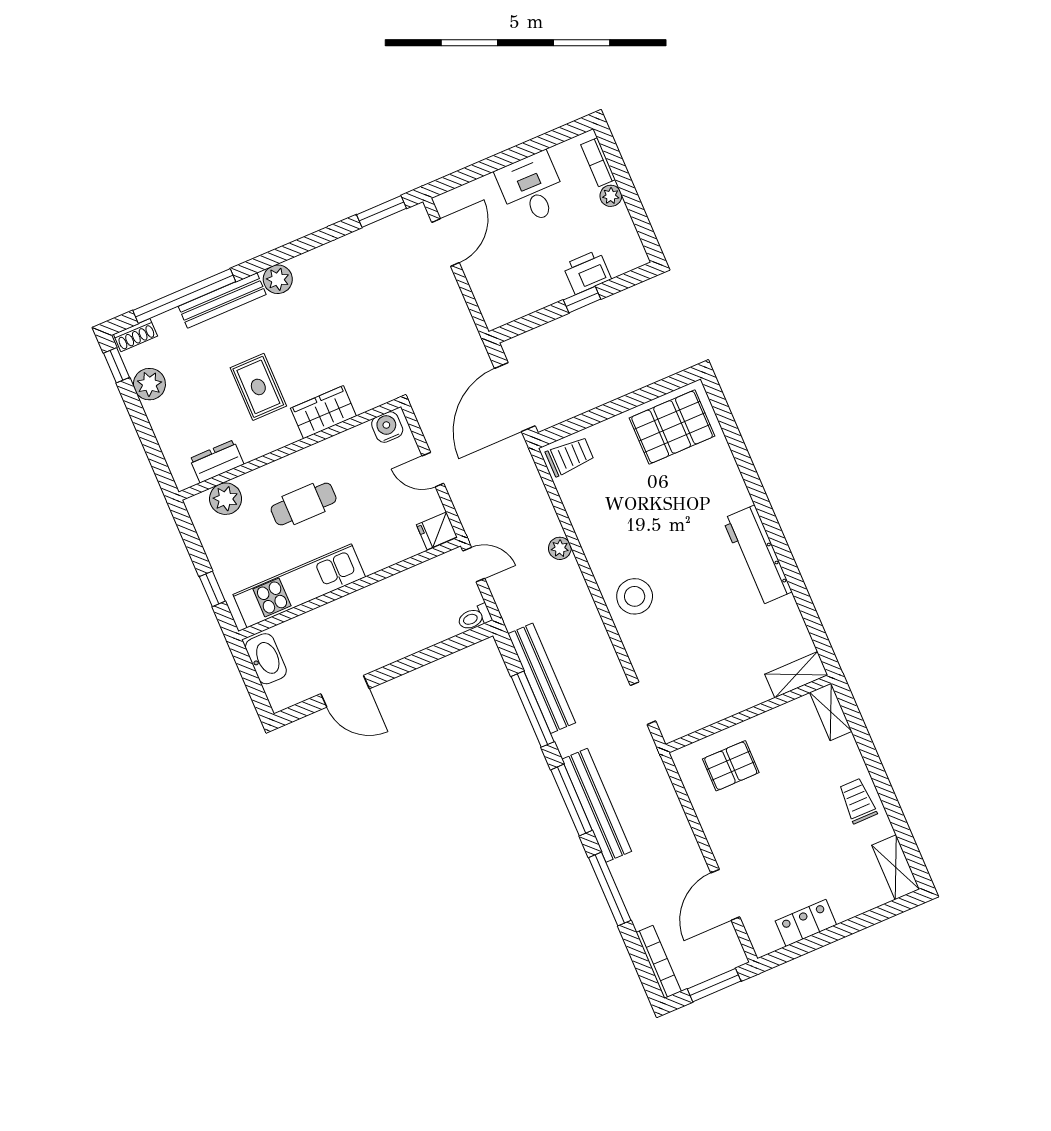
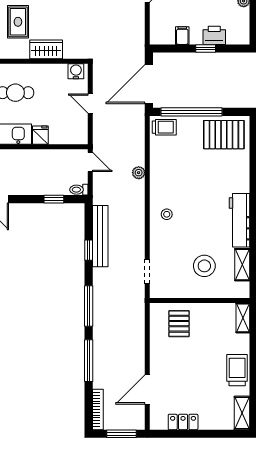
filing cabinet: (535, 295) -> (182, 36), added
window: (603, 413) -> (191, 112), added
fridge: (437, 531) -> (40, 135), moved, turned 90
stool: (635, 596) -> (167, 214), width x0.53, depth x0.53
window: (441, 650) -> (54, 199), added
stool: (732, 654) -> (204, 266), added
shelving: (796, 675) -> (242, 265), moved, turned 90
window: (533, 709) -> (89, 250), width x0.46
pallet: (731, 766) -> (179, 324), turned 90
trolley: (858, 801) -> (237, 370), width x1.36, depth x1.39
bench: (597, 805) -> (101, 314), removed

